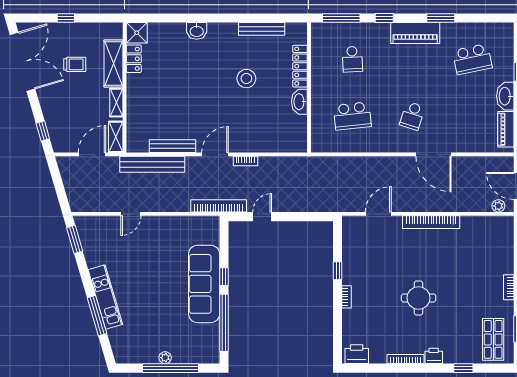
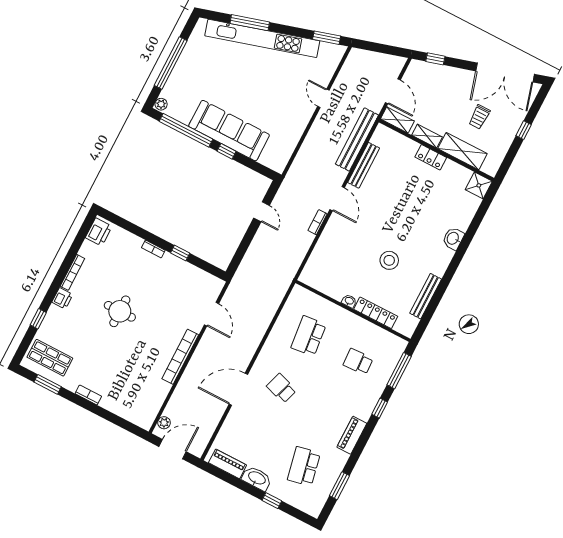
window: (441, 18) -> (339, 486), moved
piano: (415, 33) -> (352, 435), width x0.73, depth x0.75
locker: (134, 59) -> (431, 157), moved
washbasin: (299, 102) -> (349, 301), width x0.52, depth x0.69
bookcase: (219, 206) -> (291, 179), removed
kitchen unit: (105, 297) -> (262, 38), width x1.86
plant: (165, 358) -> (161, 104), moved

